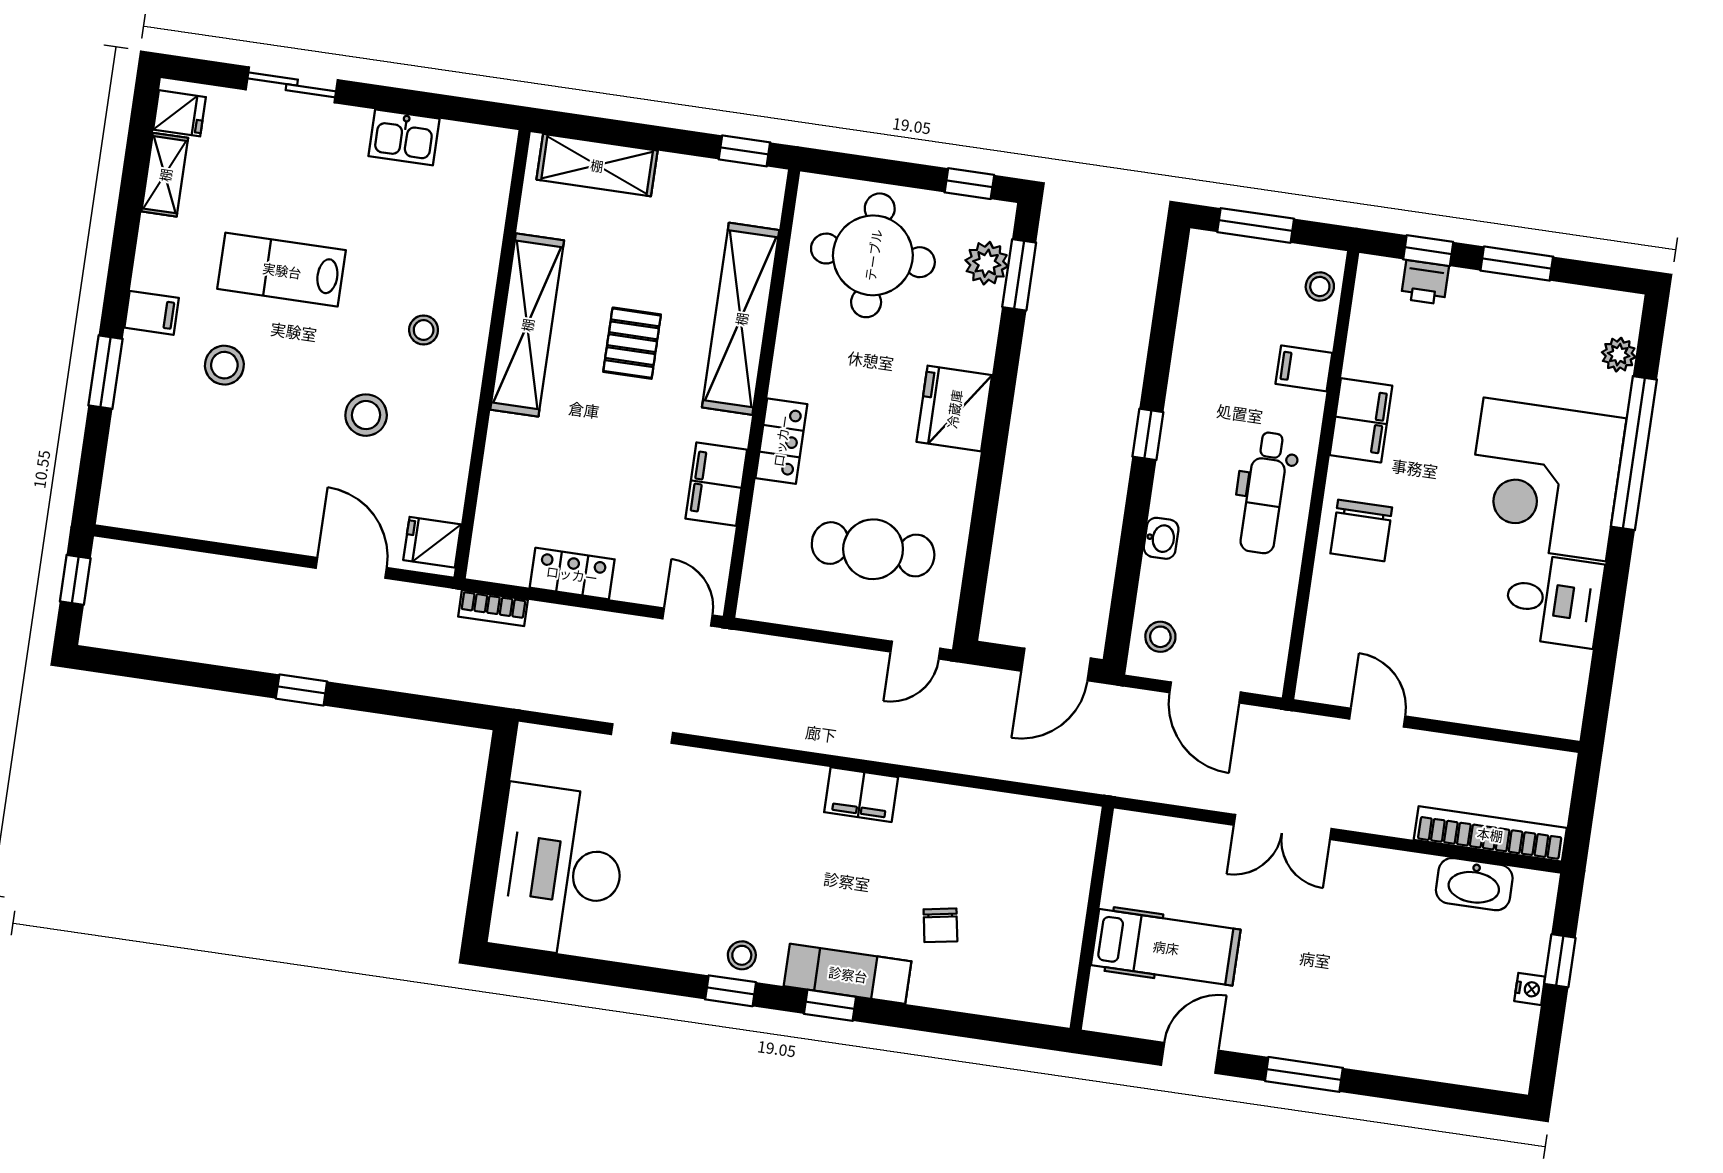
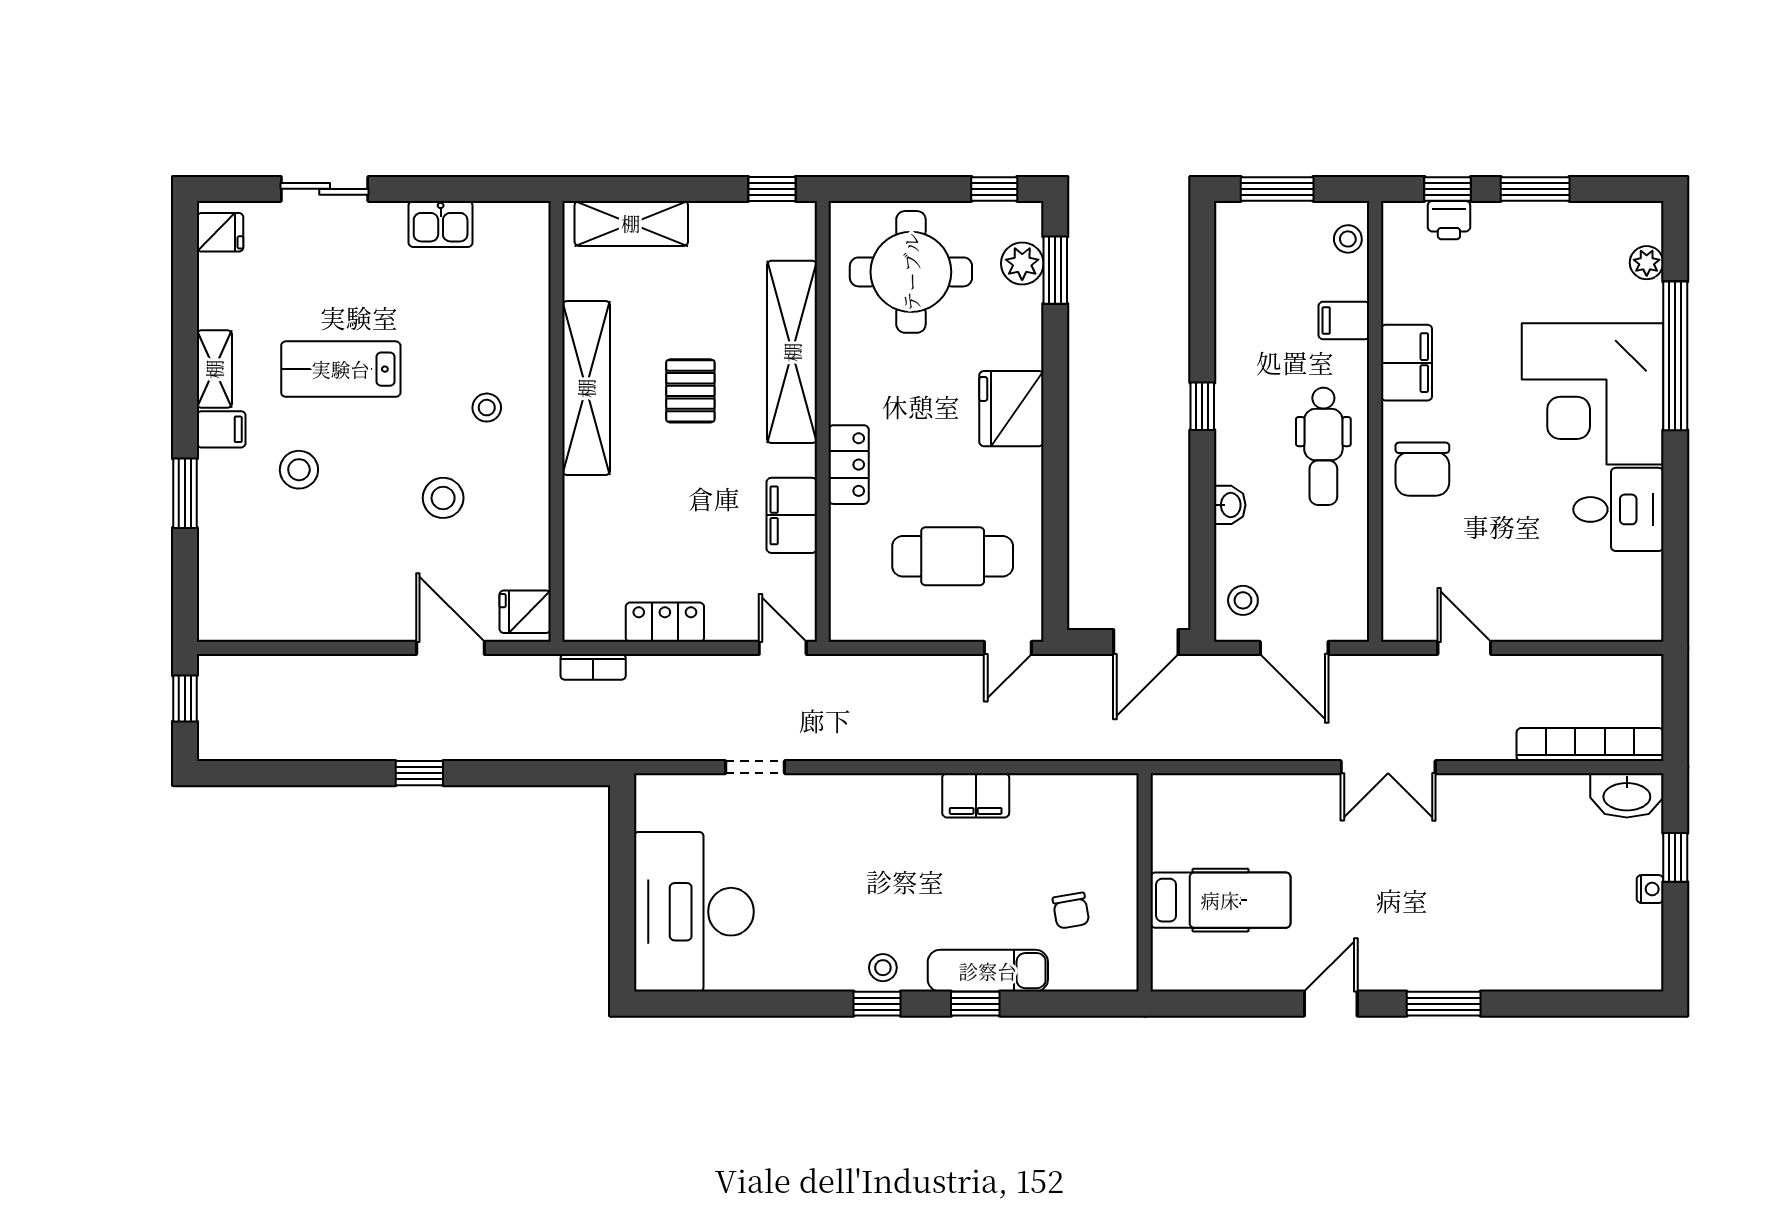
shelving: (165, 175) -> (214, 369), moved
washbasin: (1474, 884) -> (1627, 795), moved
wall: (1092, 918) -> (1145, 882), moved
hospital bed: (1166, 947) -> (1220, 900), moved

